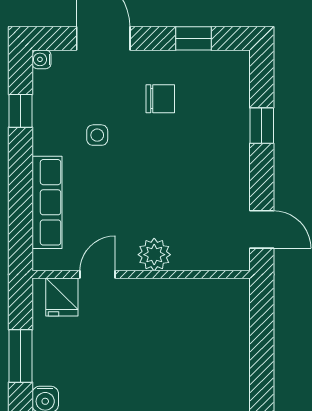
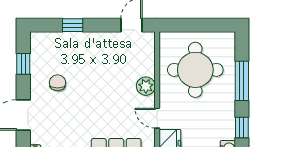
side table: (97, 135) -> (78, 118), removed
round table: (183, 342) -> (195, 70), added

